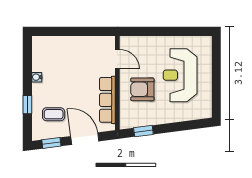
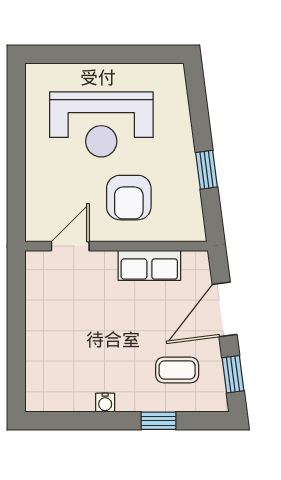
row of seats: (107, 100) -> (149, 265), width x0.68
coffee table: (54, 114) -> (177, 370), turned 90
window: (143, 131) -> (207, 170), moved

